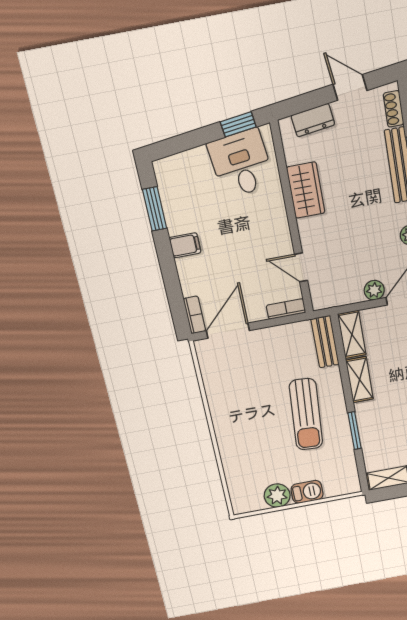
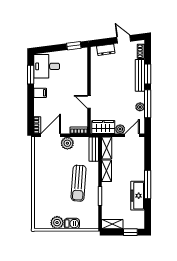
desk: (241, 164) -> (47, 66), moved, turned -83
wardrobe: (306, 190) -> (103, 127), moved, turned -90
door: (301, 267) -> (89, 102), moved
plant: (267, 340) -> (67, 143), added

